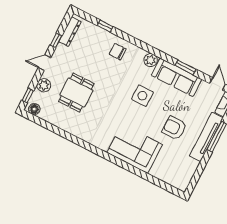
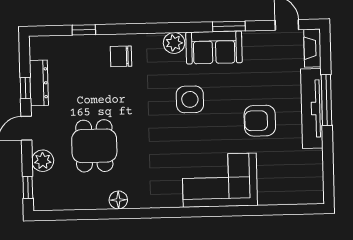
dresser: (70, 32) -> (39, 83), moved
sofa: (177, 77) -> (214, 47), width x0.73
floor lamp: (34, 109) -> (118, 200), moved

